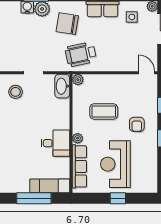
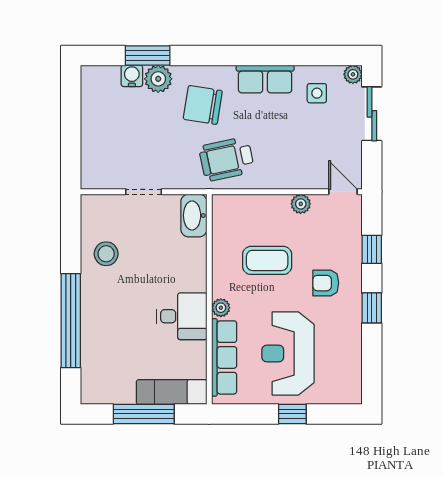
plant: (78, 80) -> (301, 204), moved
stool: (16, 92) -> (106, 254), moved
armchair: (137, 124) -> (326, 283), turned 90

